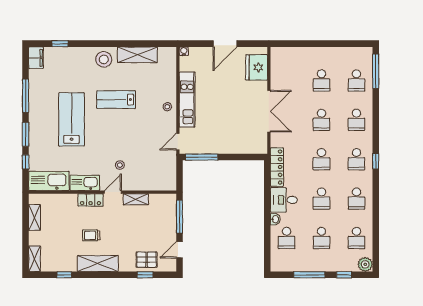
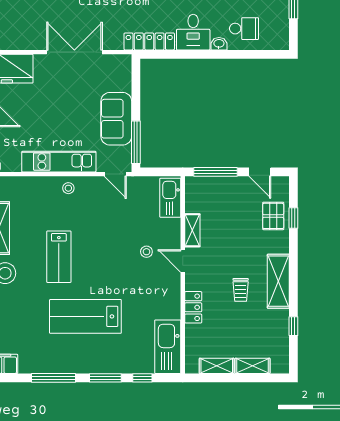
sofa: (219, 142) -> (116, 119), added
kitchen sink: (85, 183) -> (170, 198), moved
locker: (91, 200) -> (193, 307), moved
shelving: (35, 259) -> (252, 366), moved

